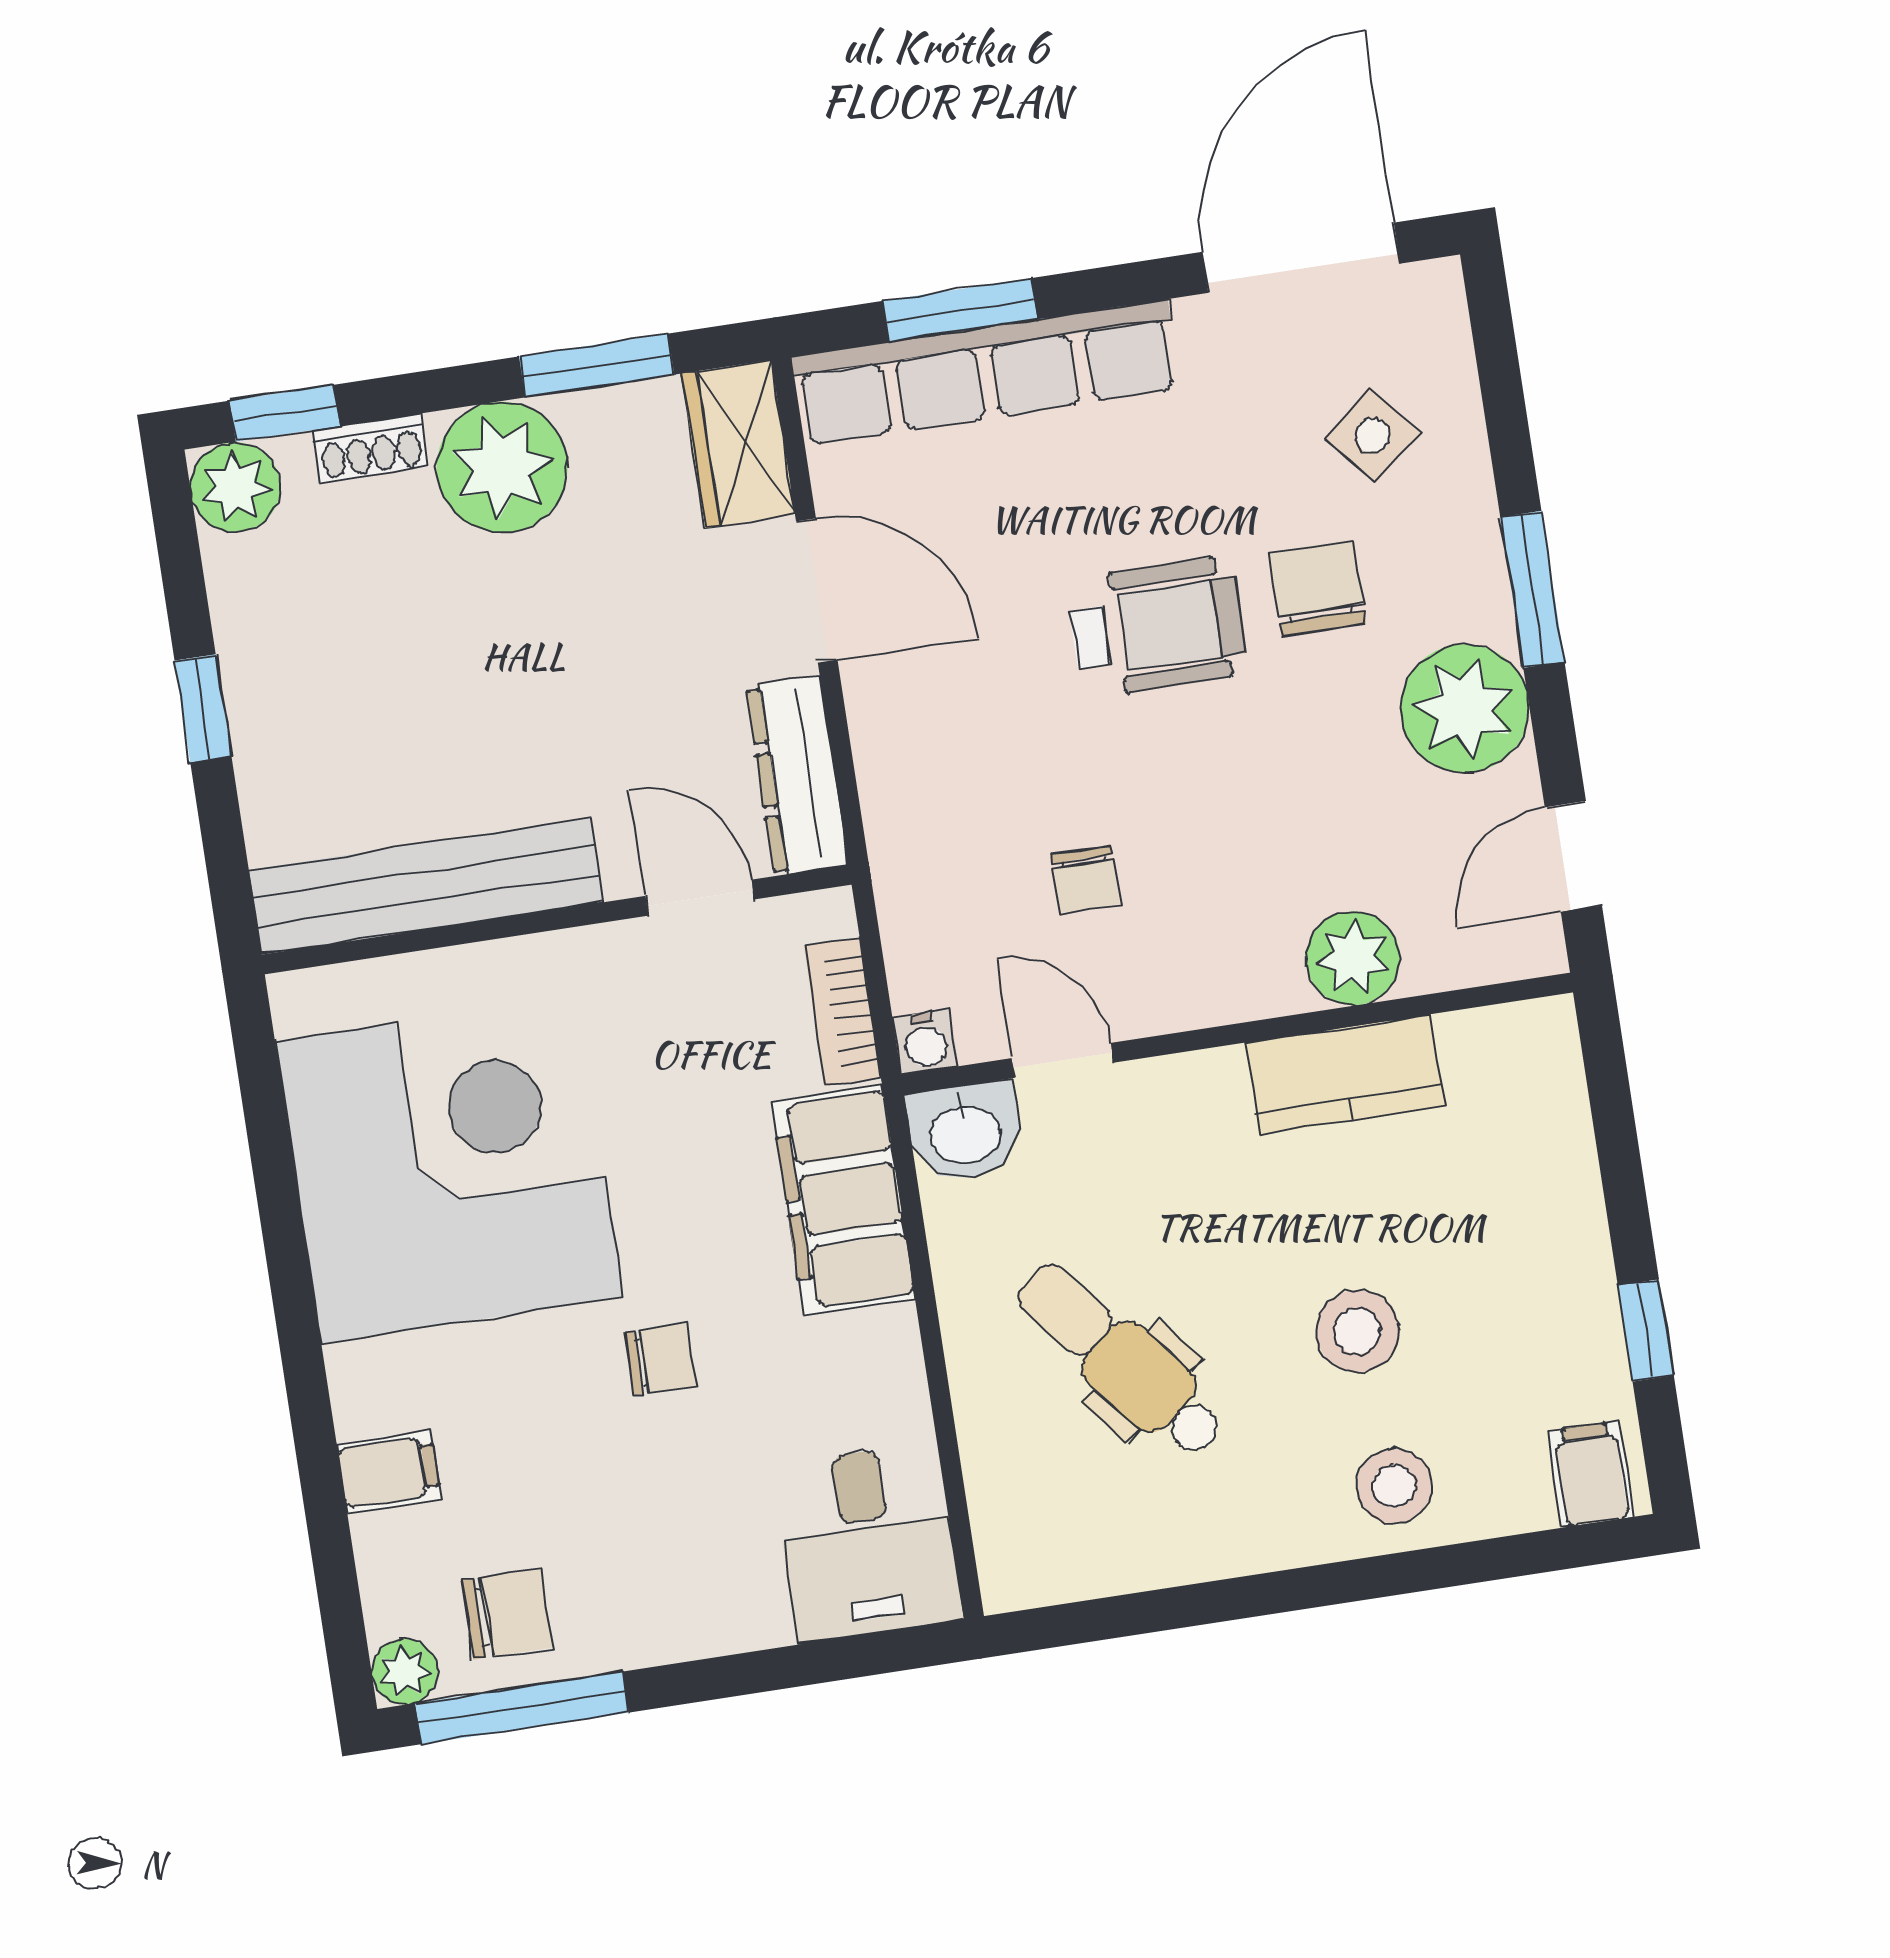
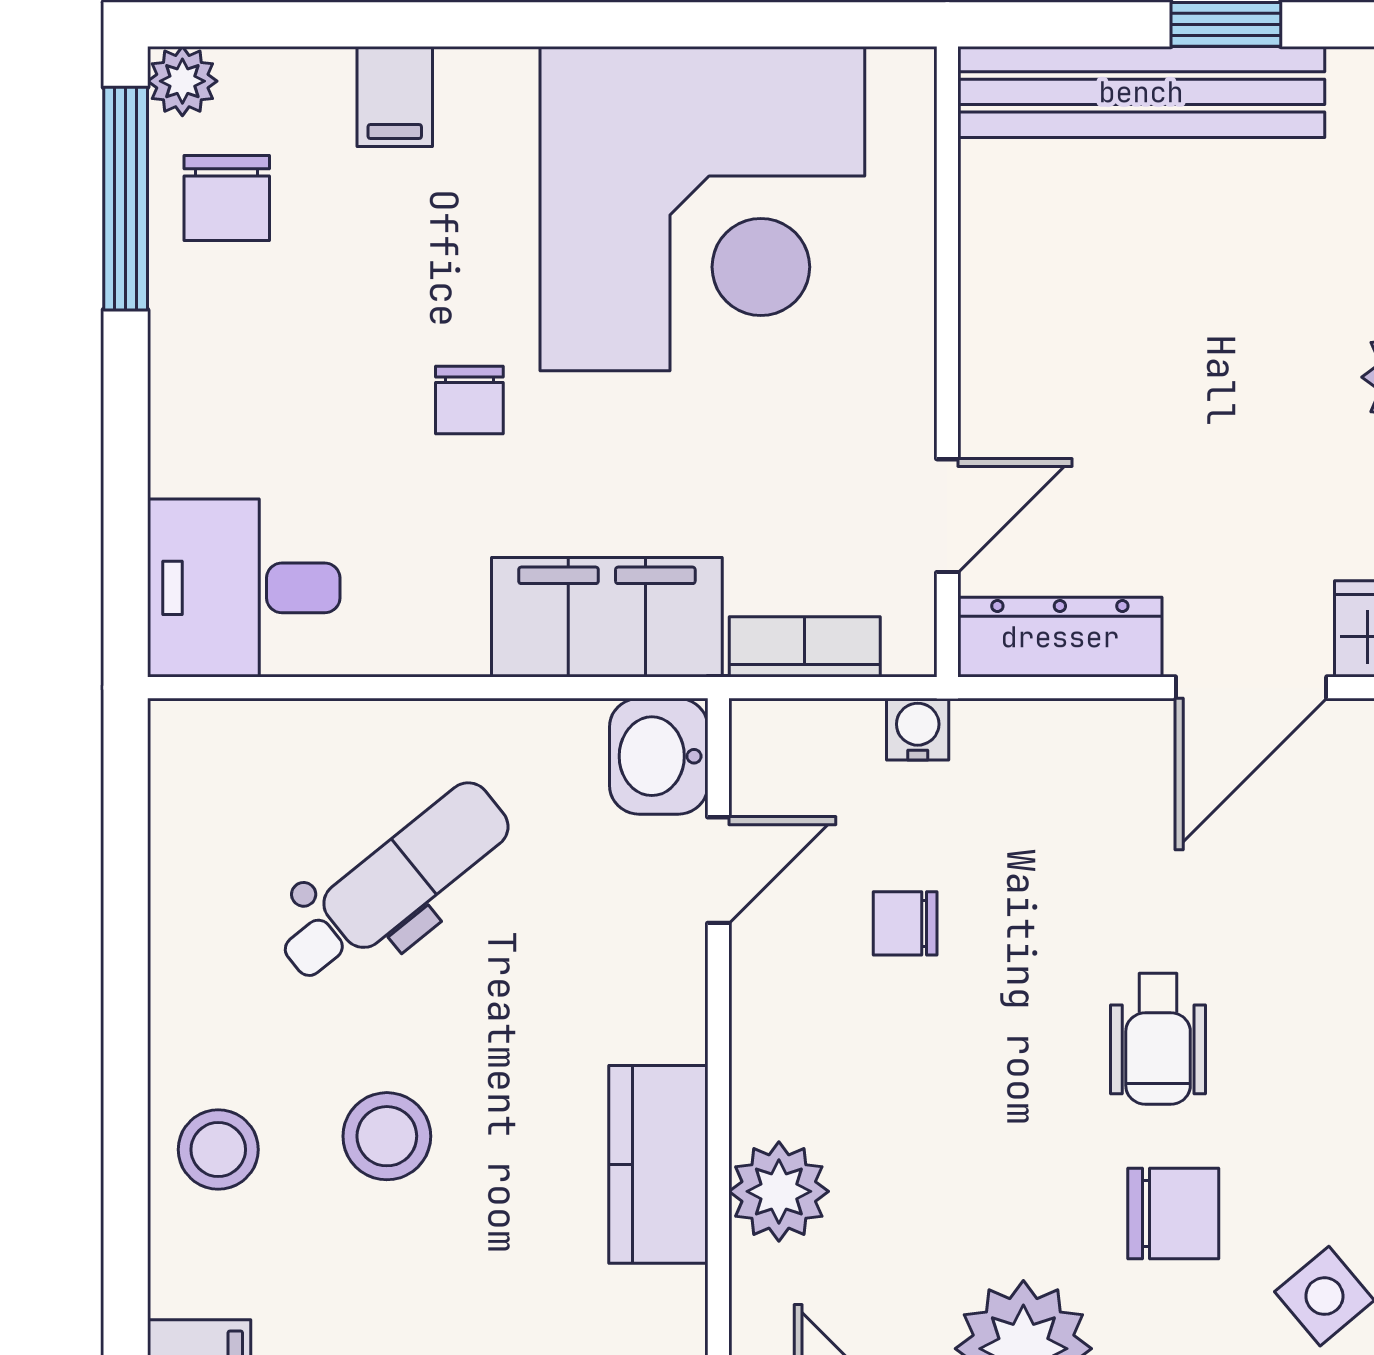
wheelchair: (1157, 627) -> (1158, 1039), width x0.73, depth x0.73
bench: (426, 886) -> (1141, 92), moved, turned 90
water cooler: (925, 1042) -> (918, 729), moved, turned 90

